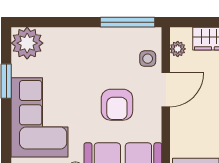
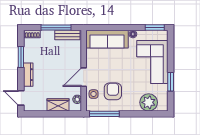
plant: (27, 43) -> (149, 102), moved
armchair: (117, 105) -> (113, 91), moved

